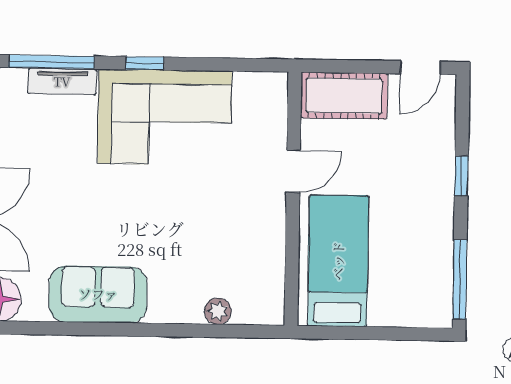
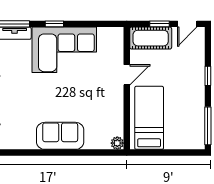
window: (363, 67) -> (160, 24), added
sofa: (98, 294) -> (60, 136), moved
plant: (218, 311) -> (117, 143), moved

